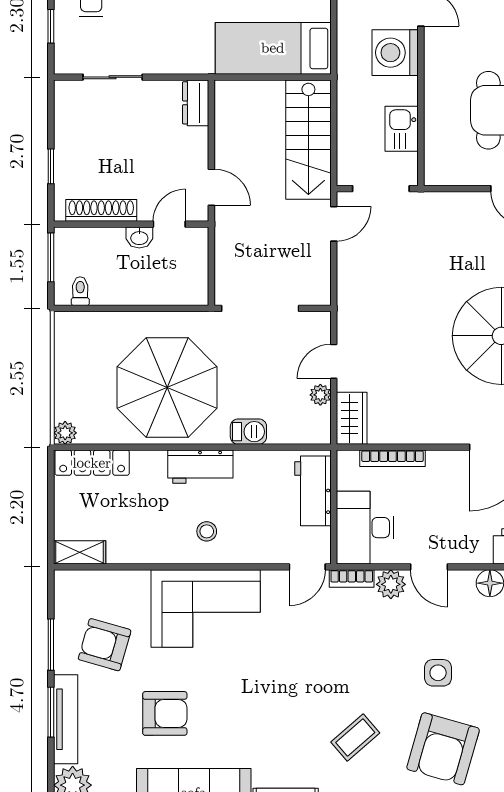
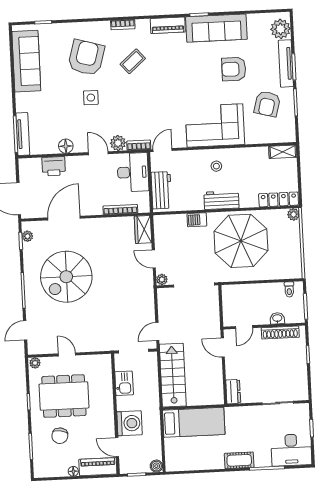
washbasin: (139, 237) -> (277, 318), moved
door: (334, 361) -> (154, 259), swing flipped
plant: (320, 395) -> (162, 280), moved
armchair: (105, 645) -> (267, 104), turned 89

